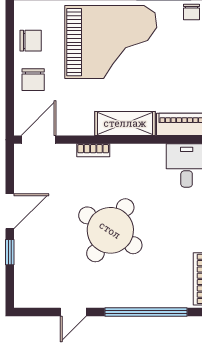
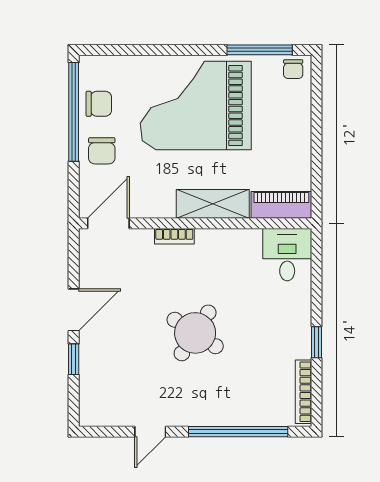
grand piano: (111, 42) -> (196, 106), turned 180
window: (10, 47) -> (74, 112), added
round table: (110, 230) -> (195, 333), width x0.73, depth x0.73

